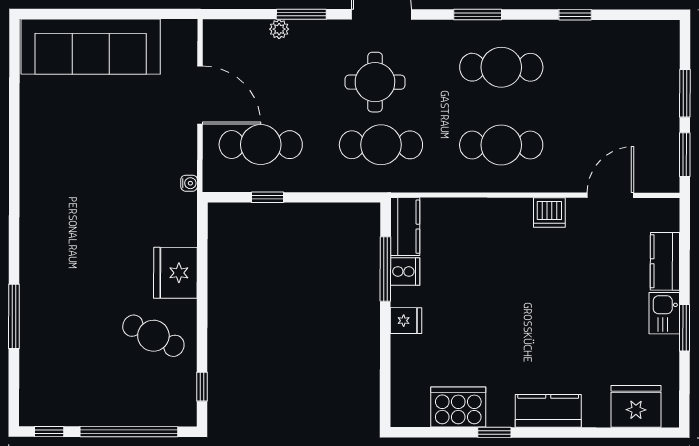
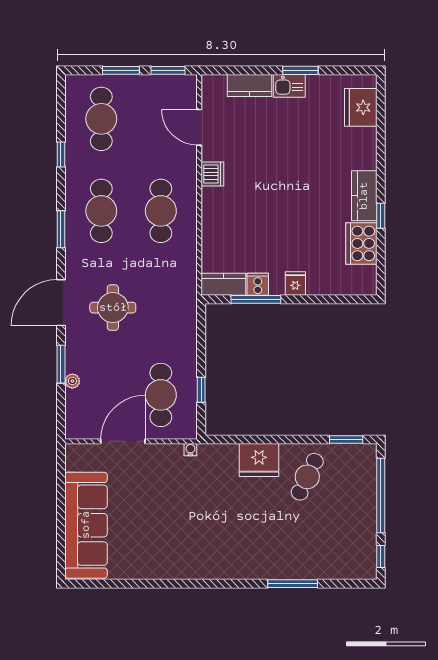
cafe table: (381, 145) -> (101, 119), moved
window: (202, 387) -> (346, 439), width x1.50
kitchen counter: (548, 411) -> (364, 196), moved

